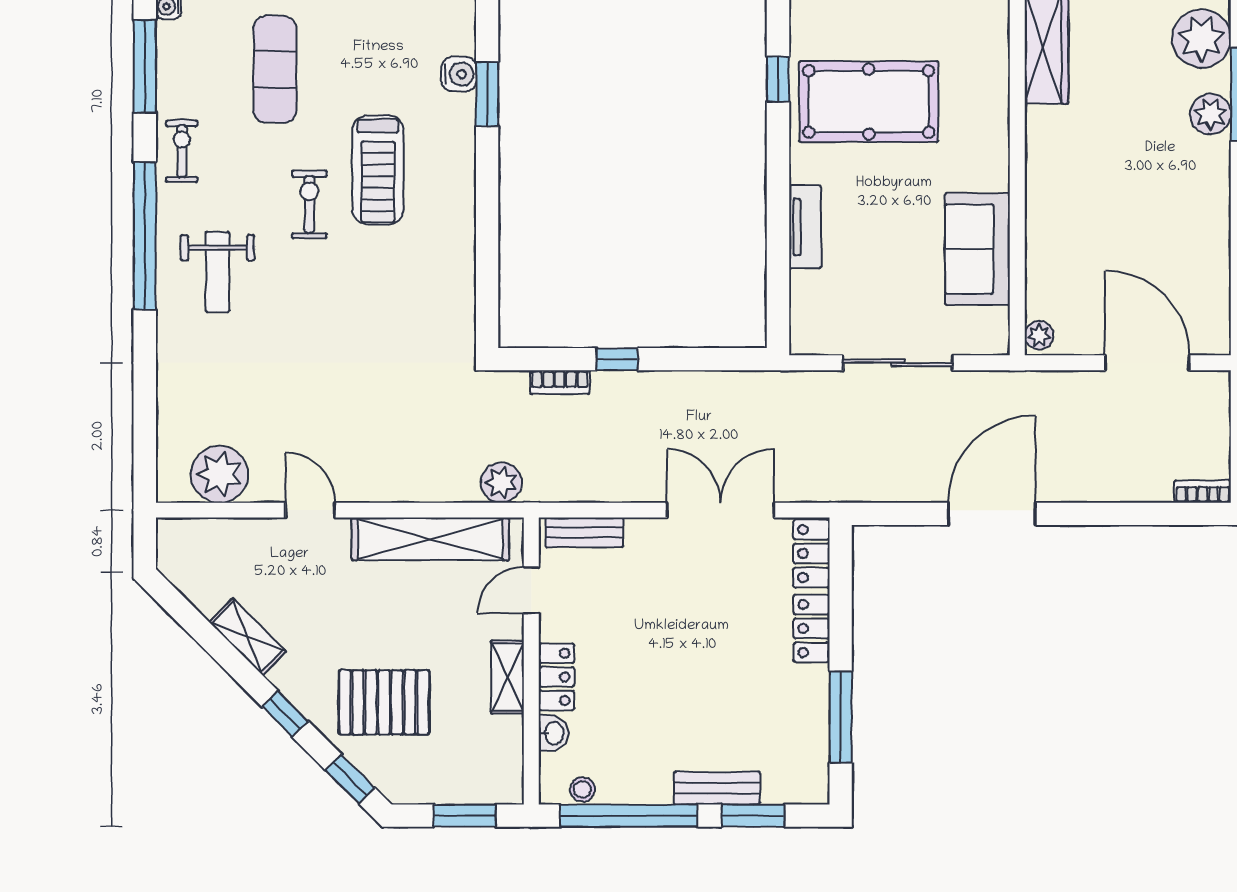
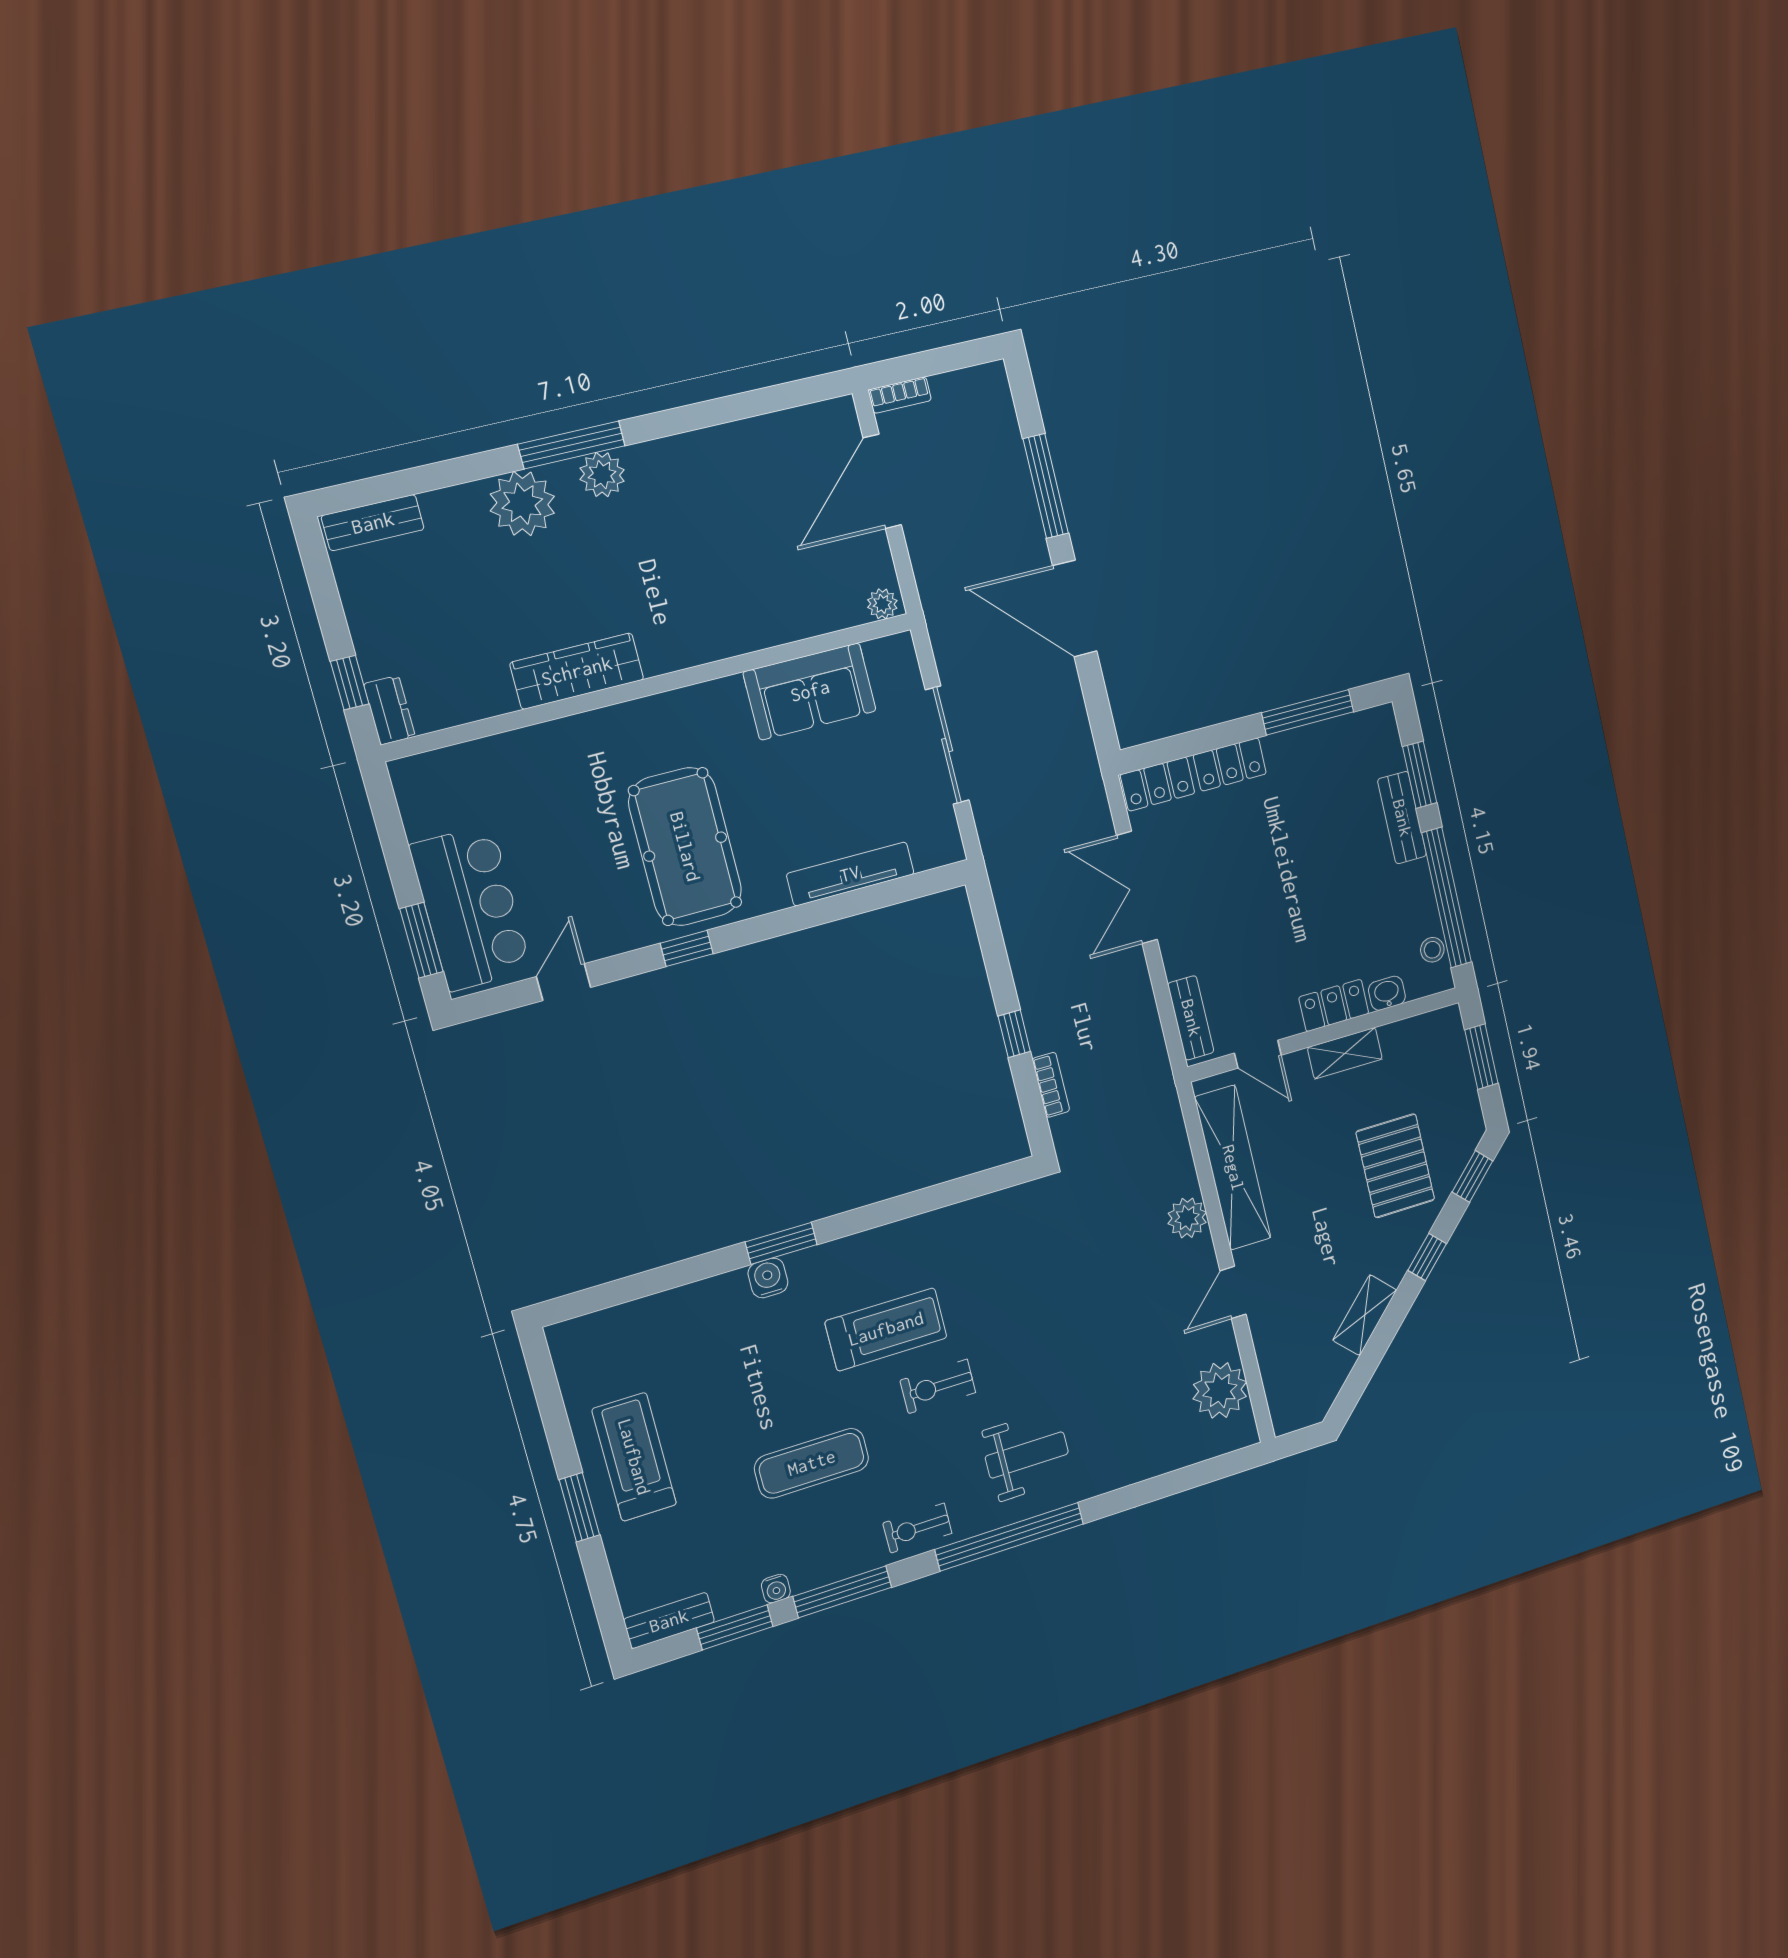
tv unit: (805, 227) -> (850, 874), width x1.41
plant: (501, 482) -> (1187, 1218), moved
bookcase: (1203, 492) -> (900, 395), moved, turned -90
window: (1108, 514) -> (1046, 486), added

